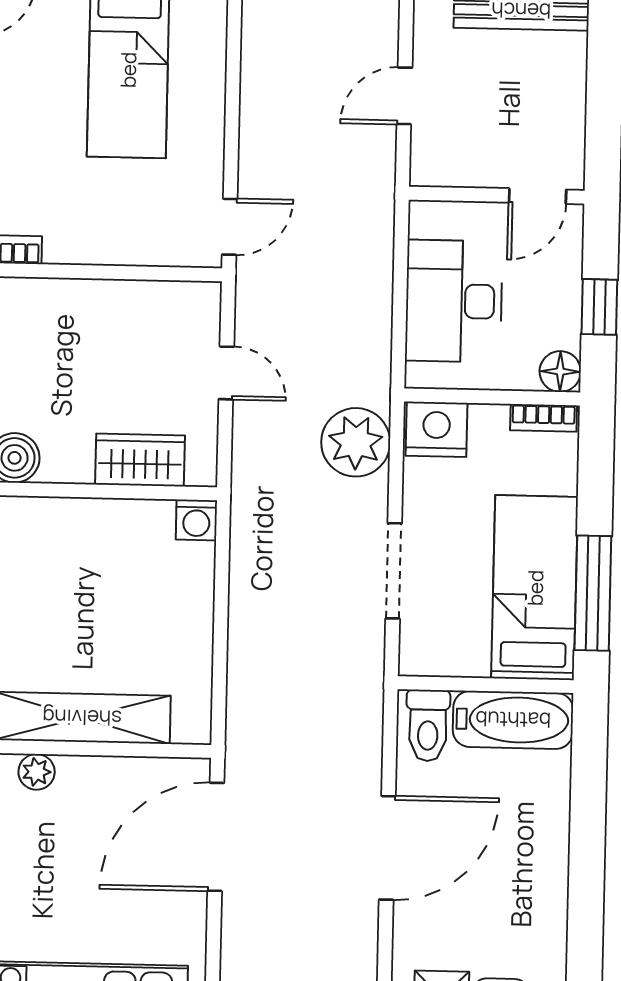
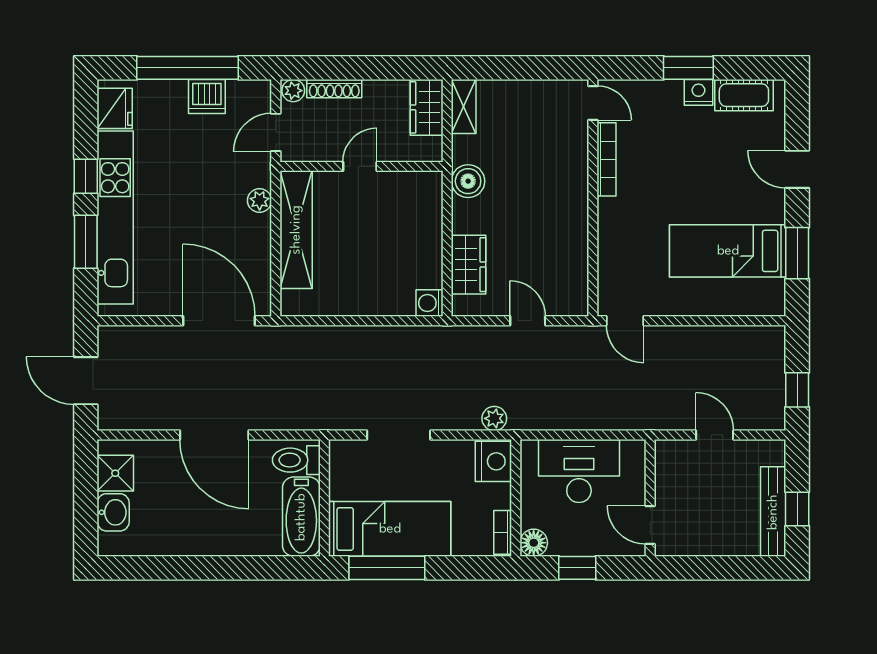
door: (226, 373) -> (528, 321), swing flipped
plant: (356, 442) -> (494, 418), width x0.53, depth x0.53

